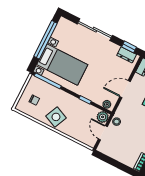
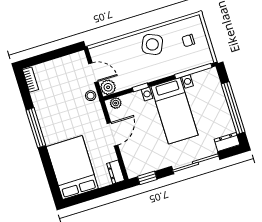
dresser: (127, 55) -> (227, 142), moved
bed with nightstands: (62, 65) -> (174, 111), moved, turned -90

